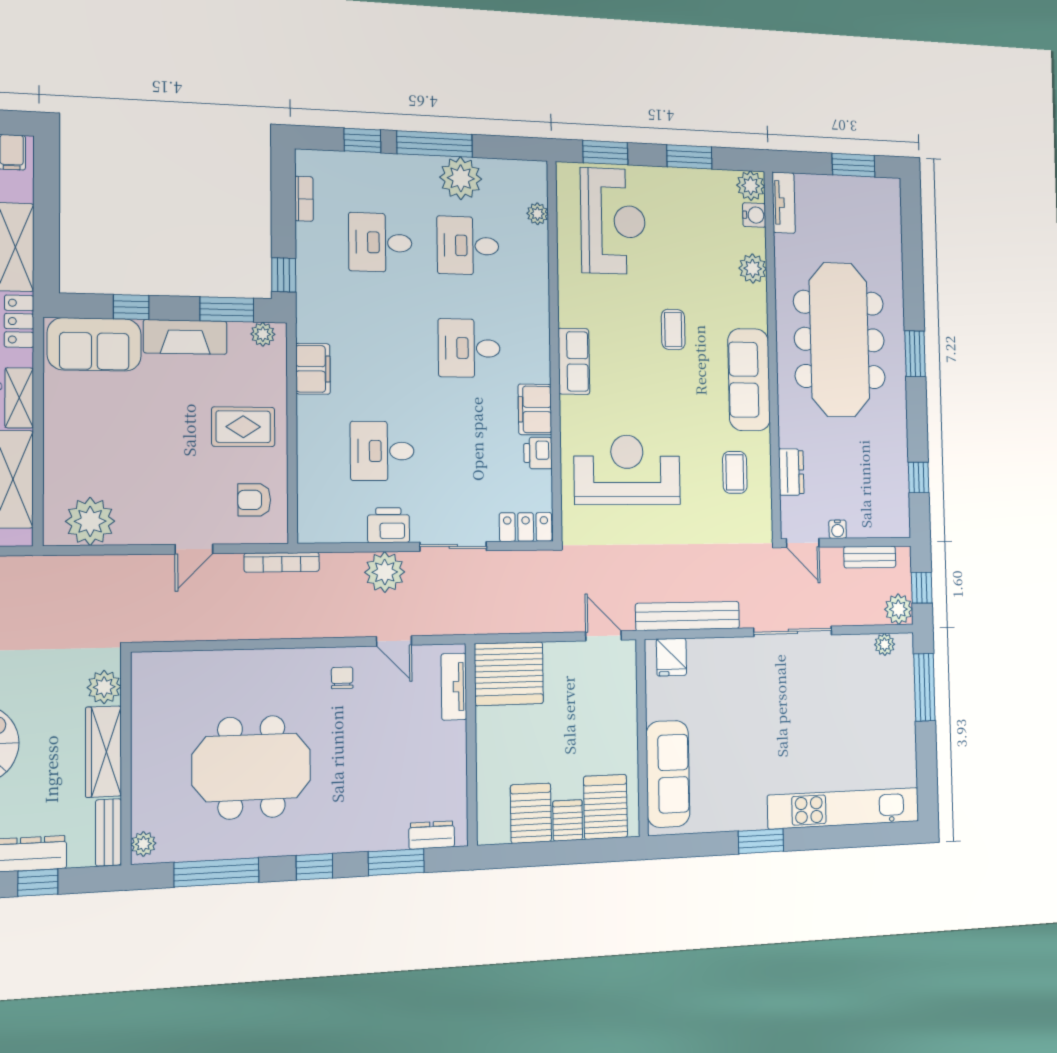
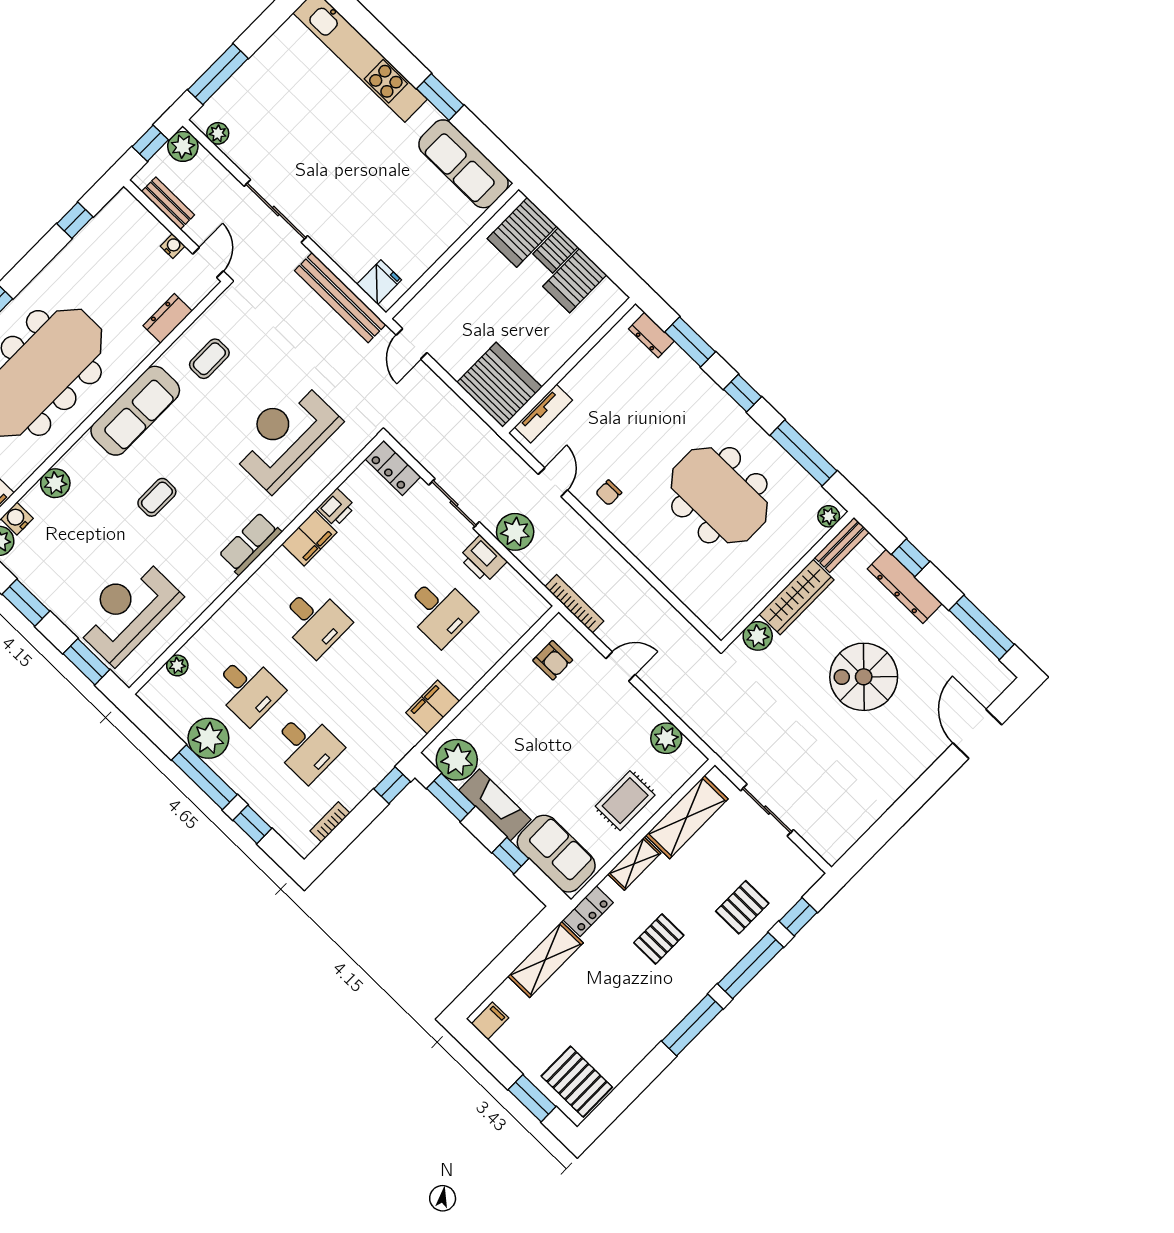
plant: (263, 334) -> (457, 760), width x1.88, depth x1.88
rug: (243, 427) -> (625, 801), moved, turned 90
reception desk: (627, 470) -> (285, 436), turned 90
plant: (90, 521) -> (666, 738), width x0.73, depth x0.73
sofa: (668, 774) -> (463, 164), moved, turned -90

